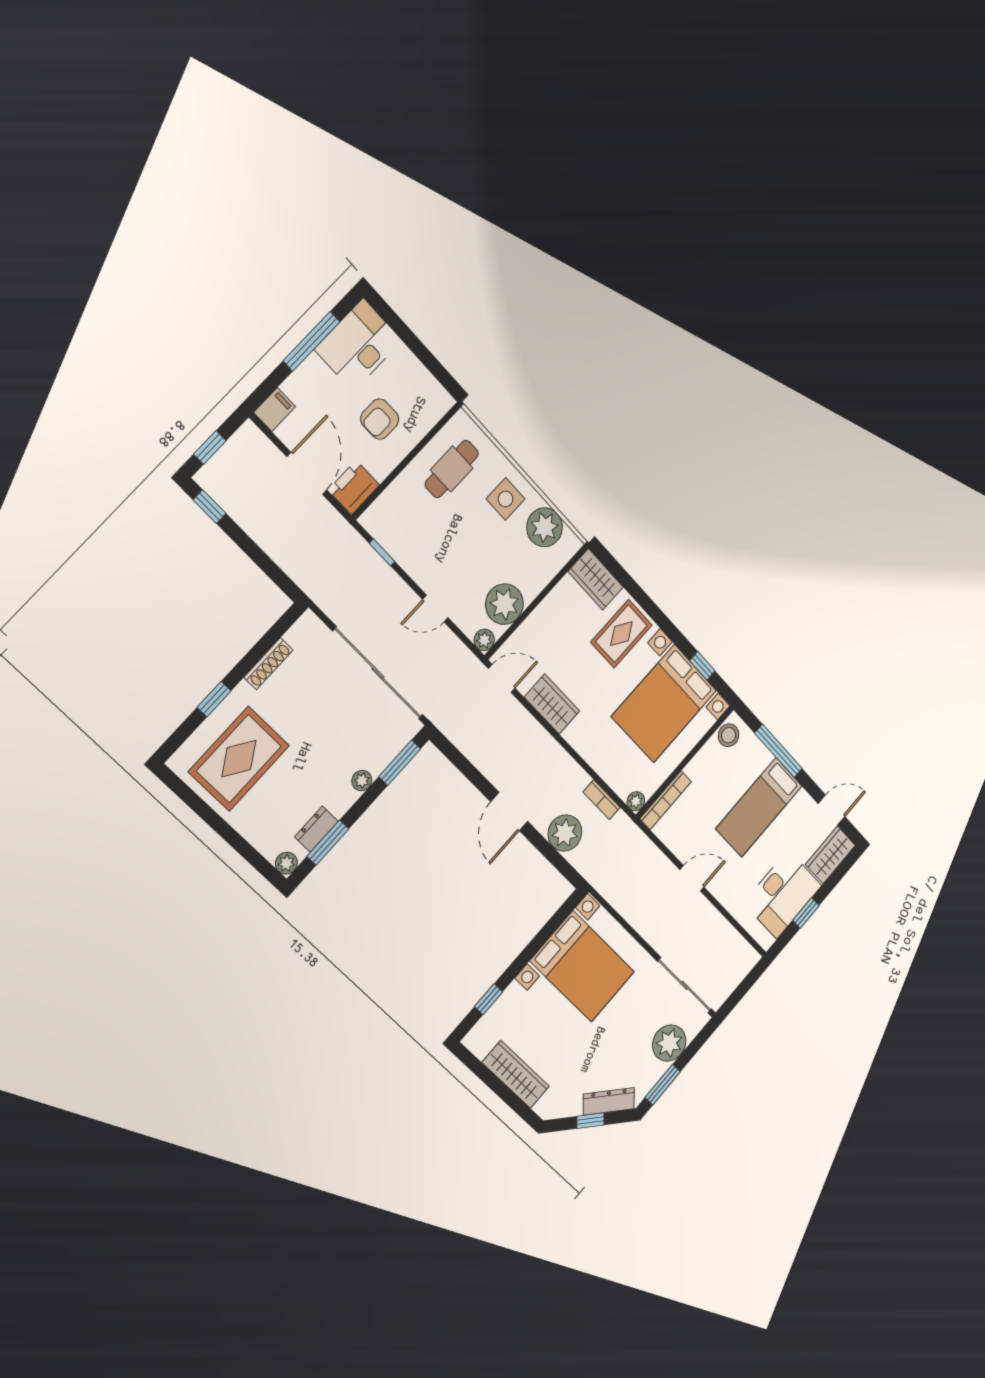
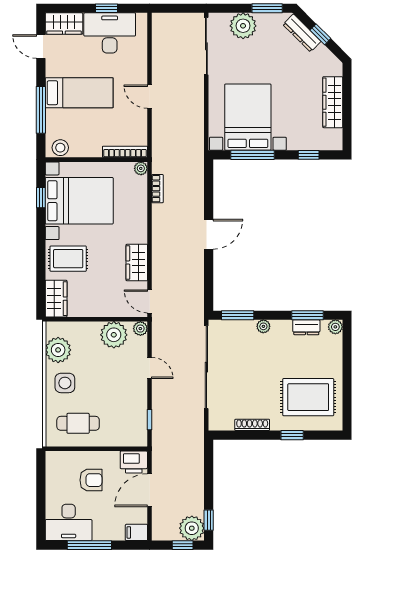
plant: (565, 833) -> (192, 528), moved
window: (543, 936) -> (253, 155), added

